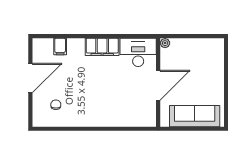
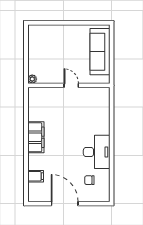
desk: (138, 52) -> (97, 152), moved, turned 180
door: (158, 85) -> (71, 85), width x0.53

